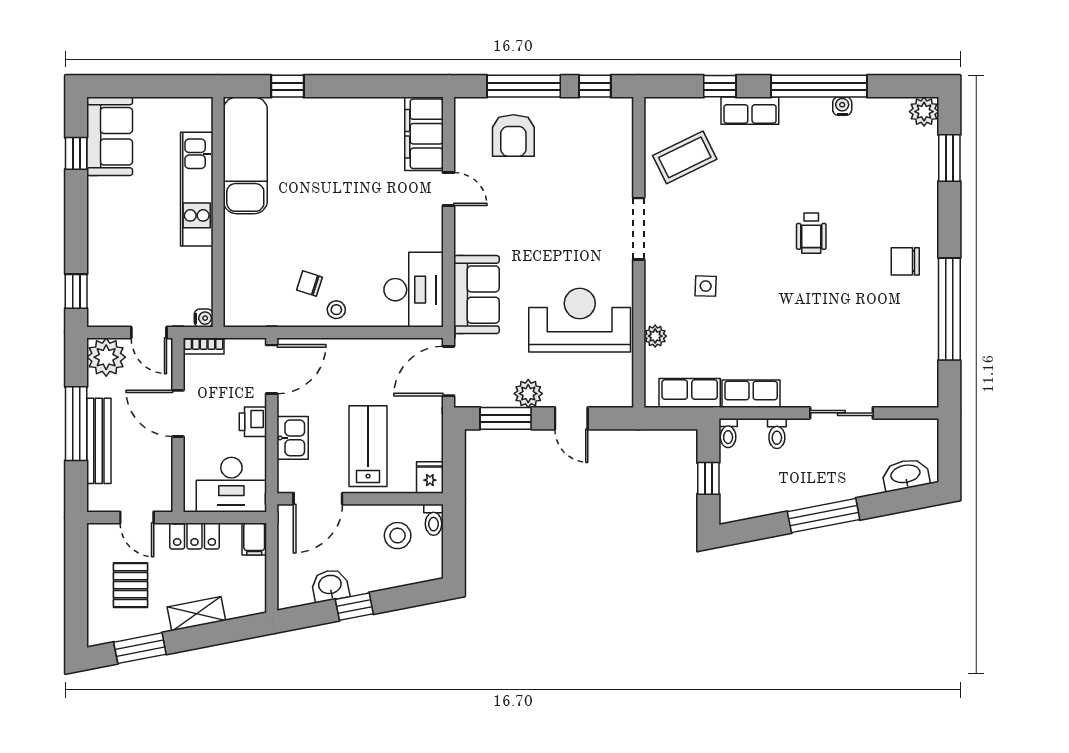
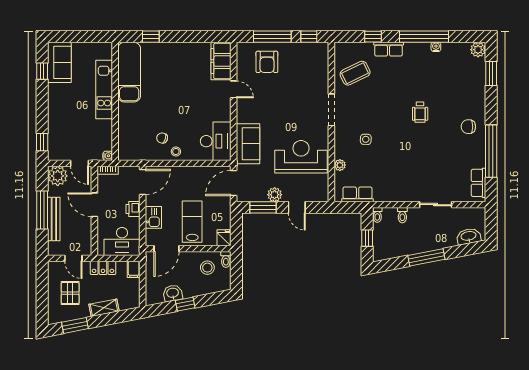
row of seats: (751, 394) -> (478, 183), moved, turned -90

